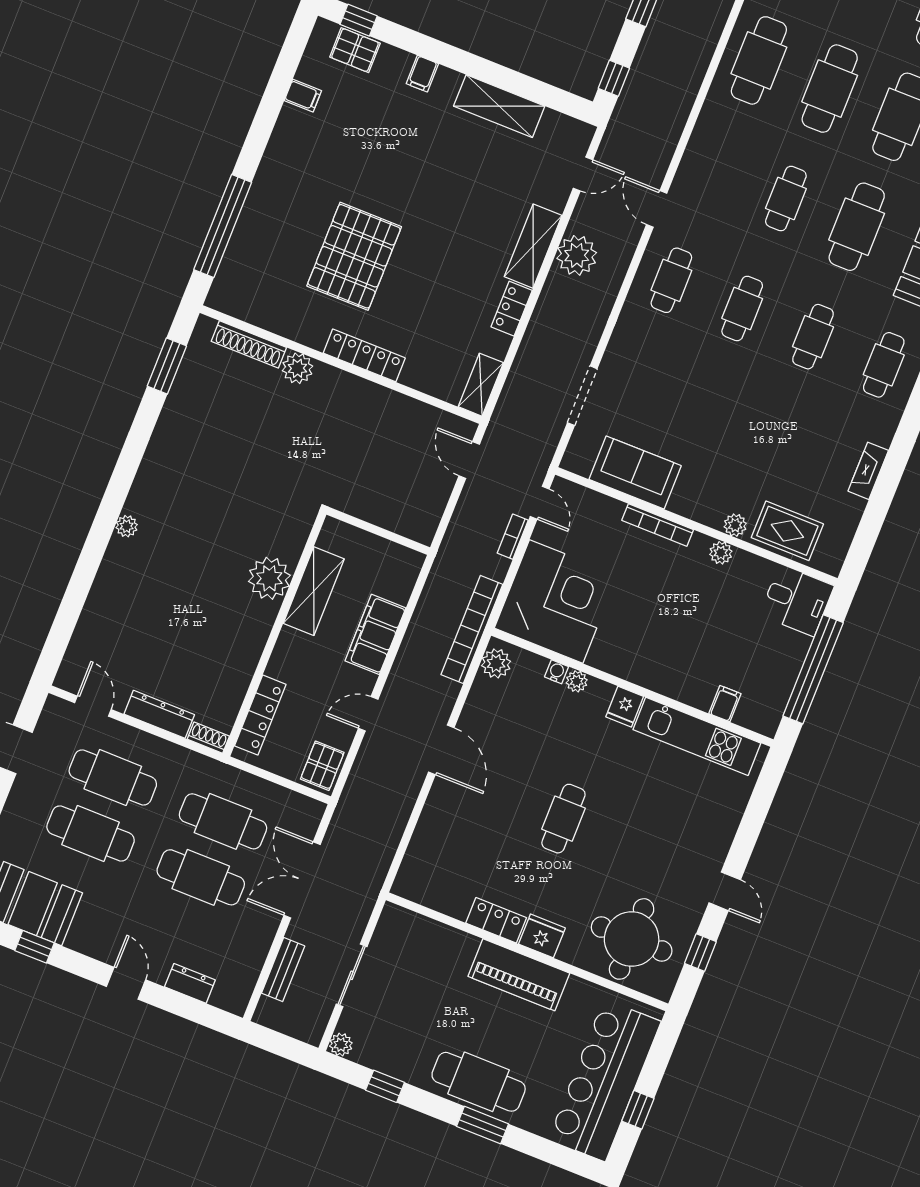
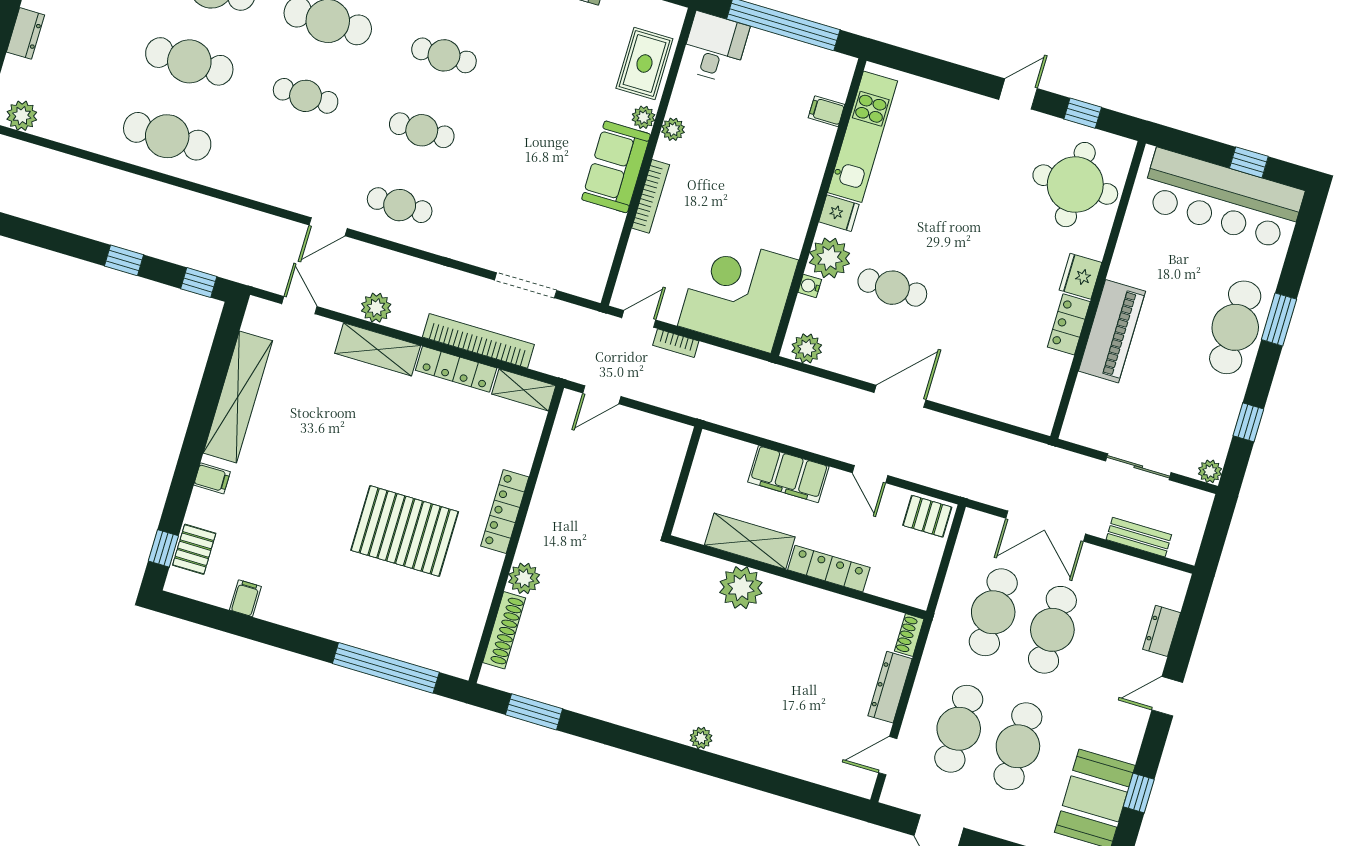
shelving: (499, 106) -> (238, 397), width x1.47
plant: (577, 255) -> (376, 308), width x0.73, depth x0.73
locker: (512, 309) -> (456, 369), width x1.53
sofa: (635, 472) -> (616, 167), moved
bookcase: (472, 629) -> (478, 341), moved, turned 180
plant: (577, 681) -> (830, 258), width x1.88, depth x1.88
locker: (260, 715) -> (829, 569), moved
cafe table: (563, 819) -> (892, 288), moved
piano: (519, 975) -> (1112, 331), moved

